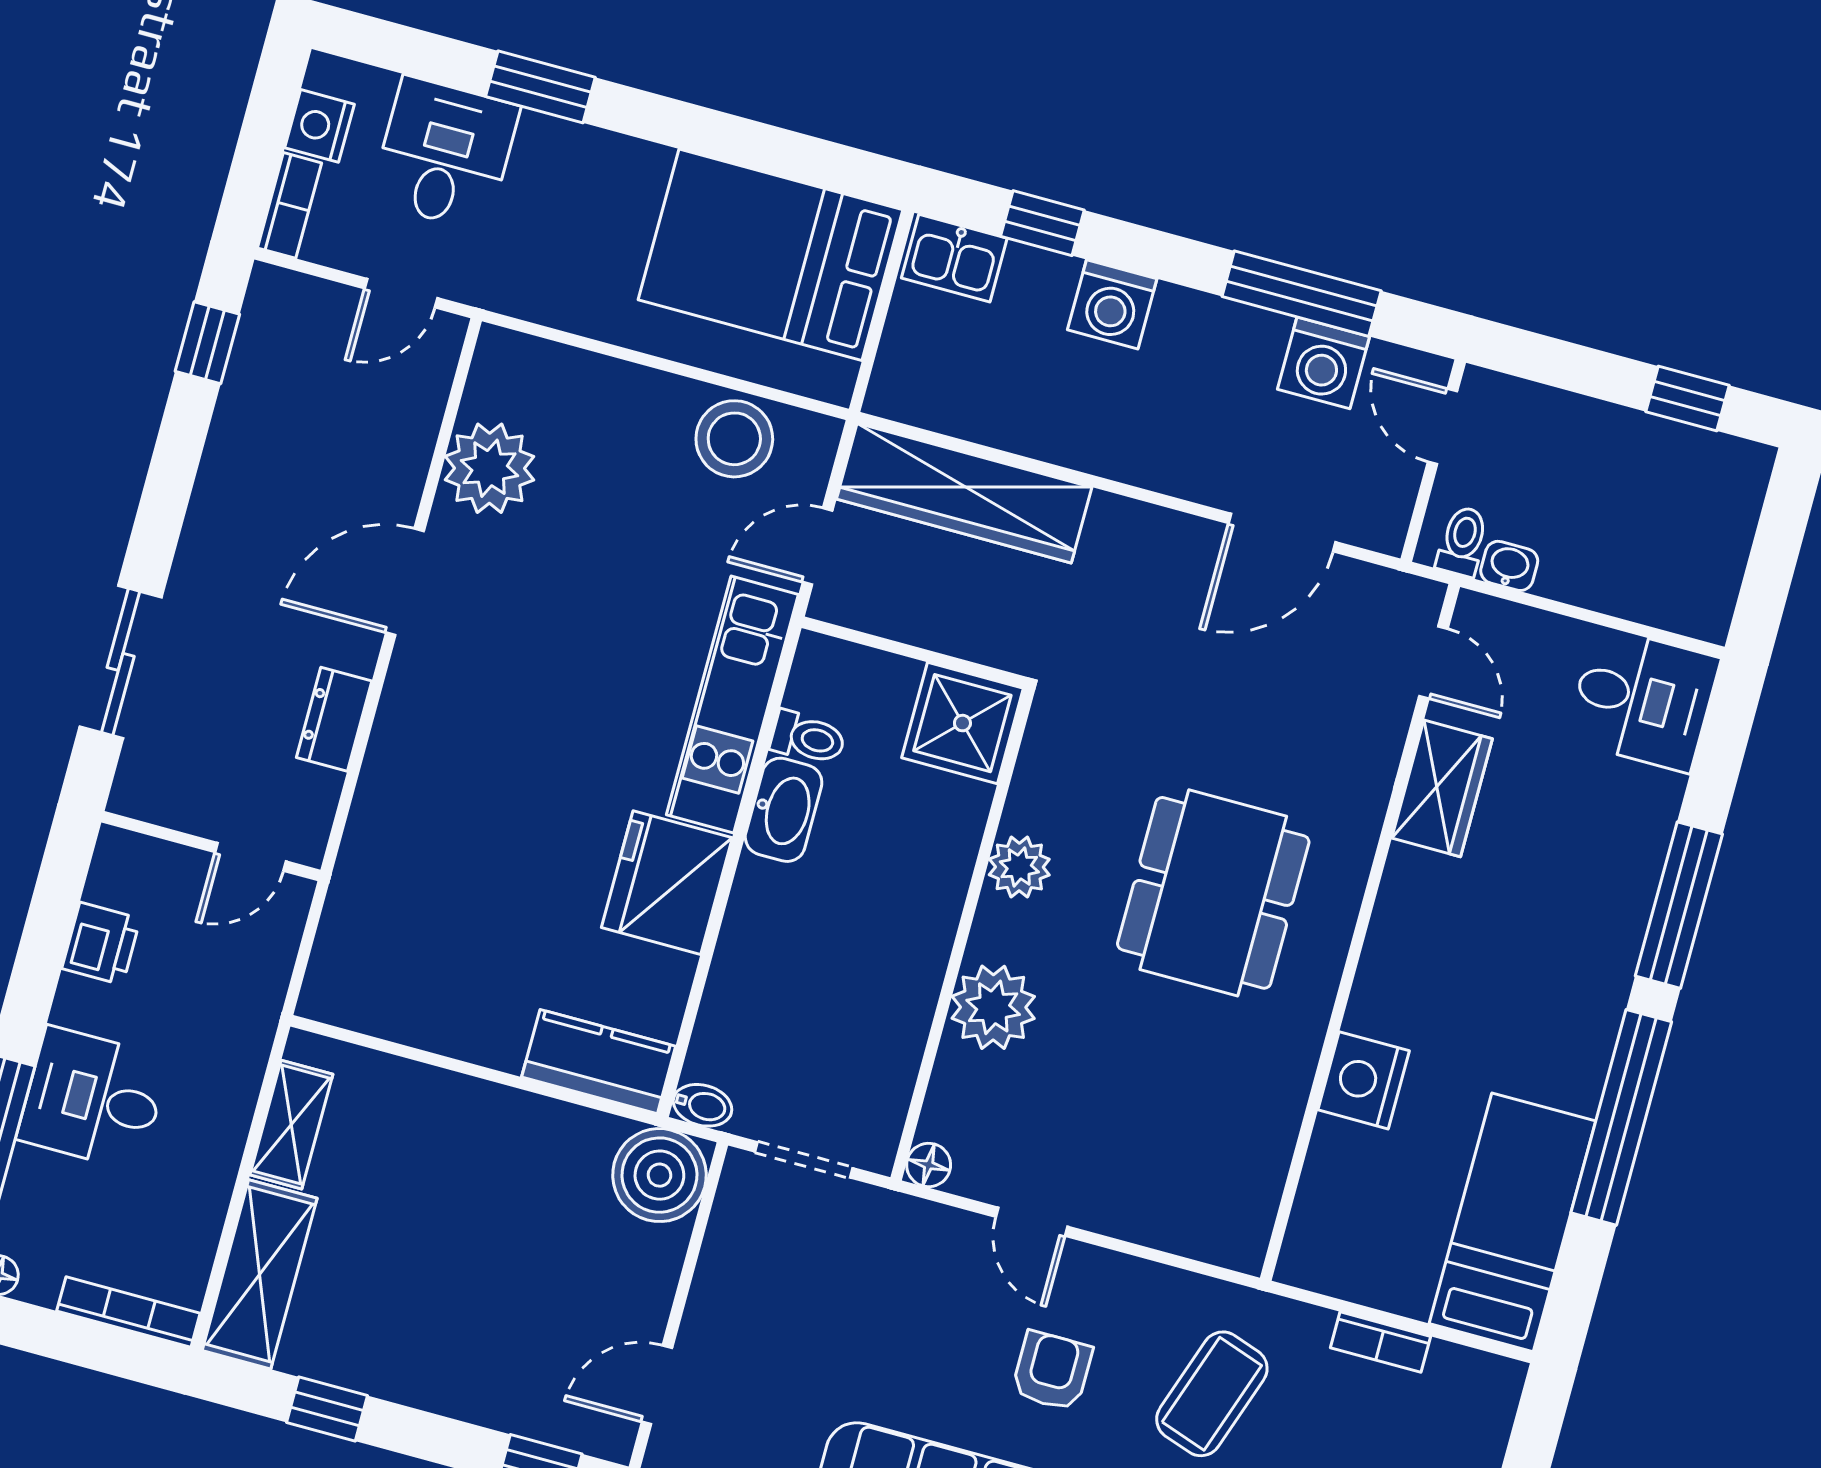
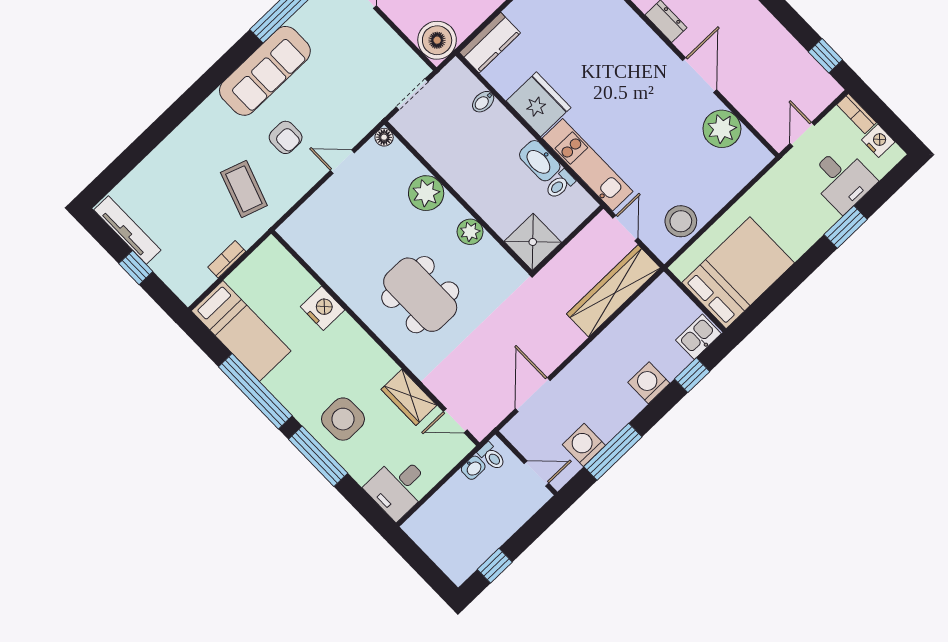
side table: (1570, 899) -> (343, 419), added
bidet: (703, 1105) -> (483, 102), moved

